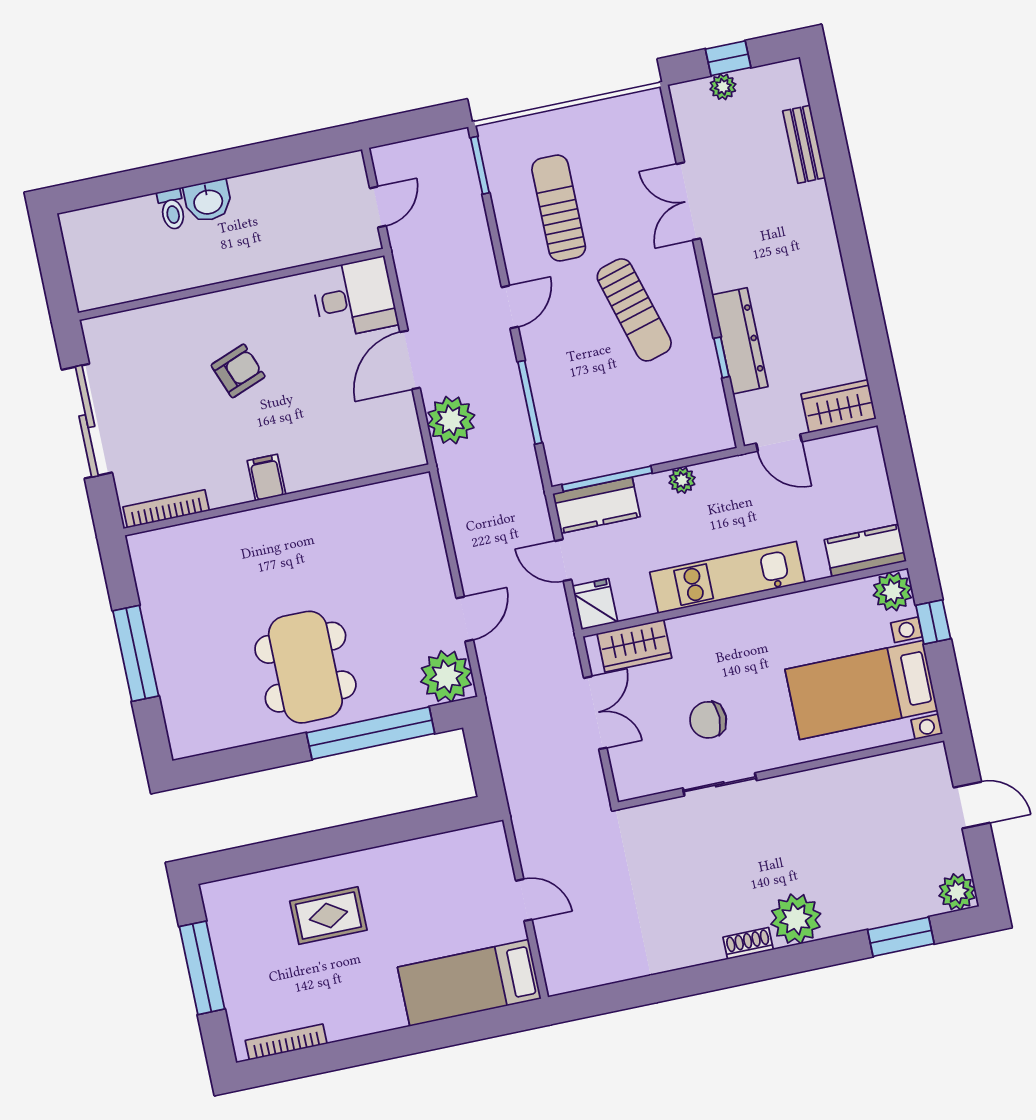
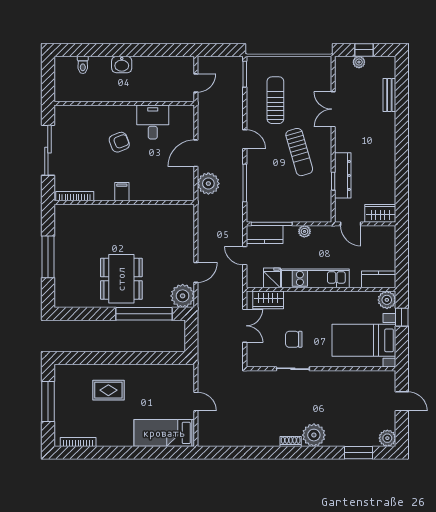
toilet: (172, 209) -> (83, 65), moved
desk: (355, 298) -> (153, 122), moved, turned -90
door: (510, 307) -> (245, 139), hinge flipped
fridge: (595, 604) -> (272, 278), moved

